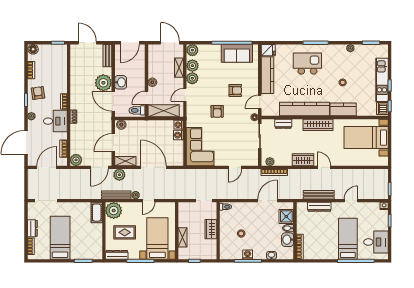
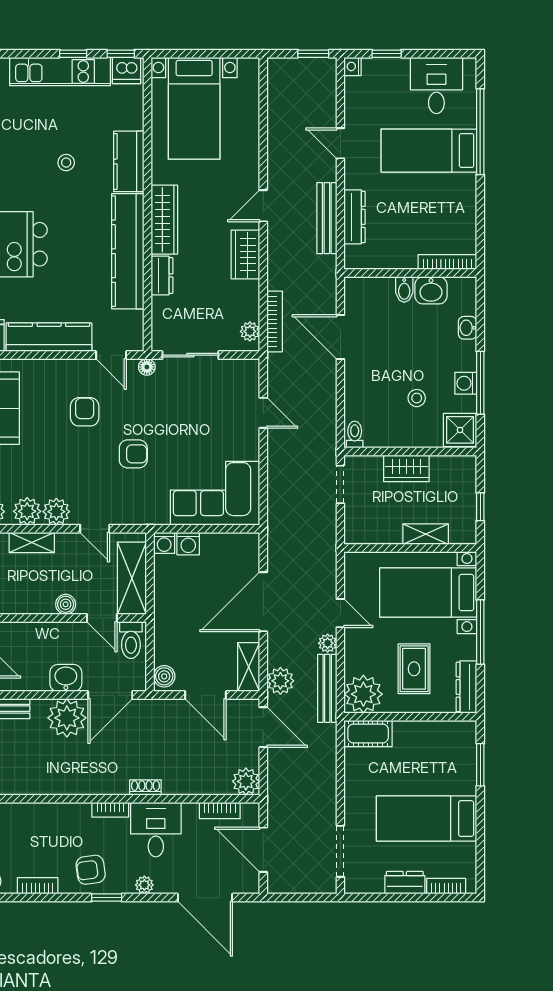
dresser: (283, 124) -> (162, 275), moved
shower: (286, 216) -> (460, 430), moved

